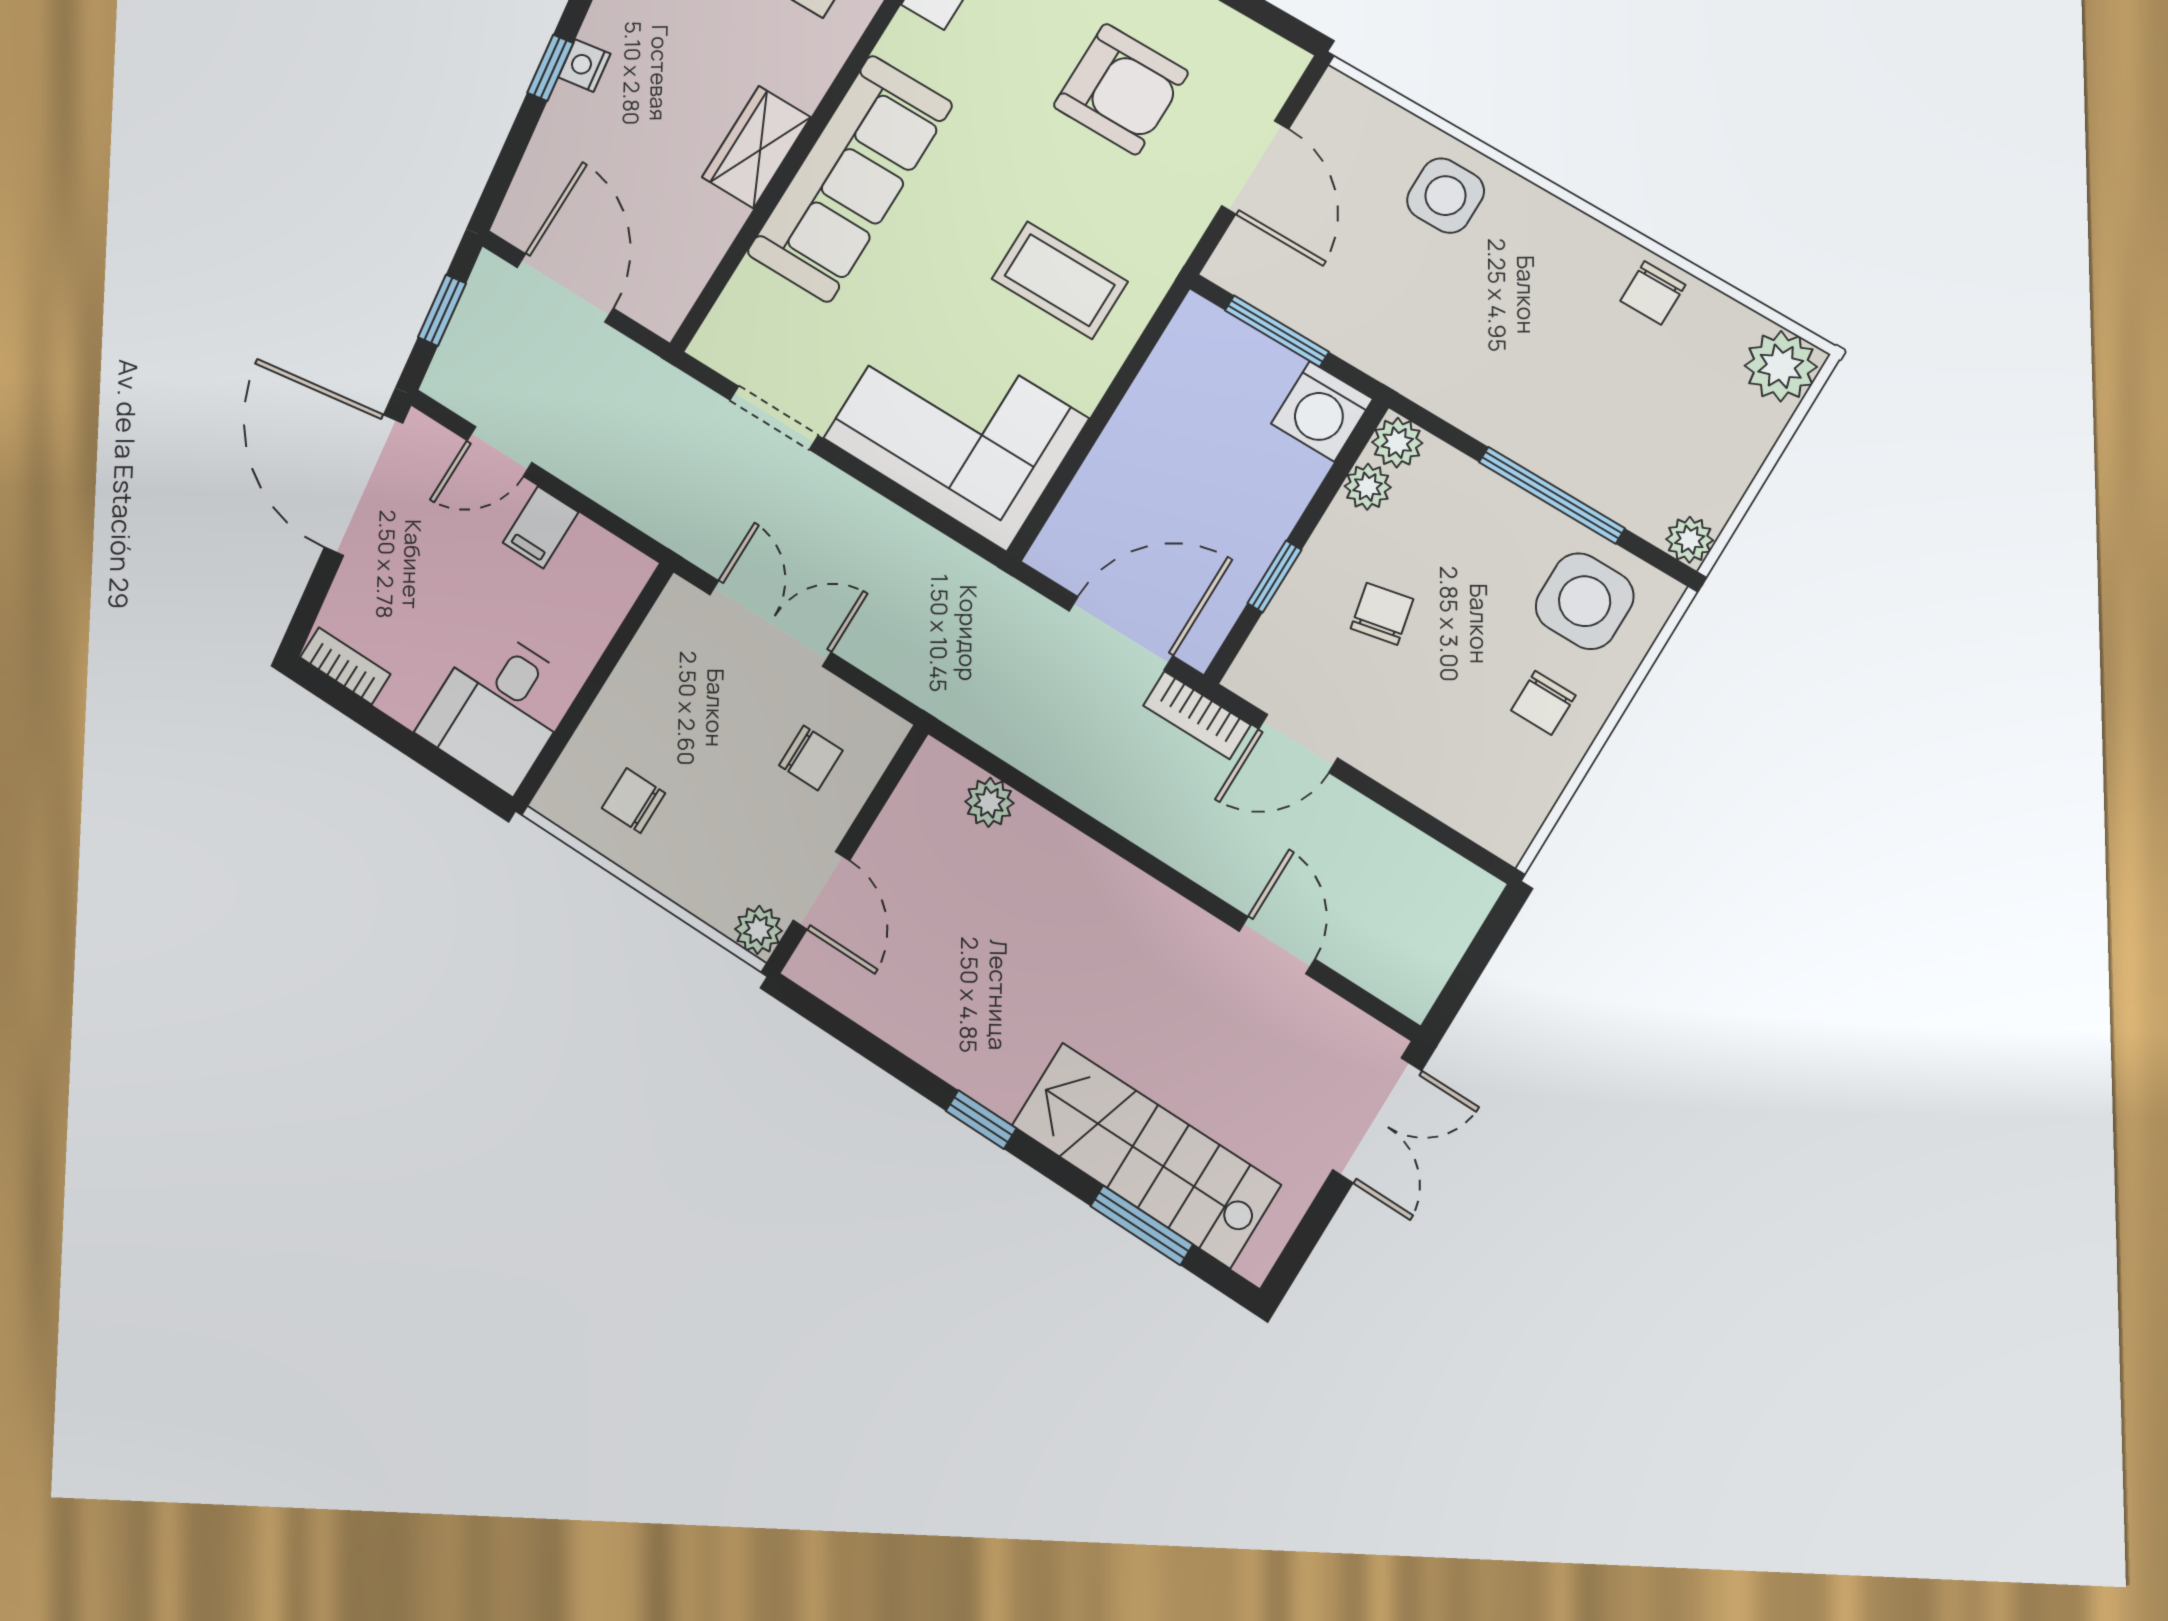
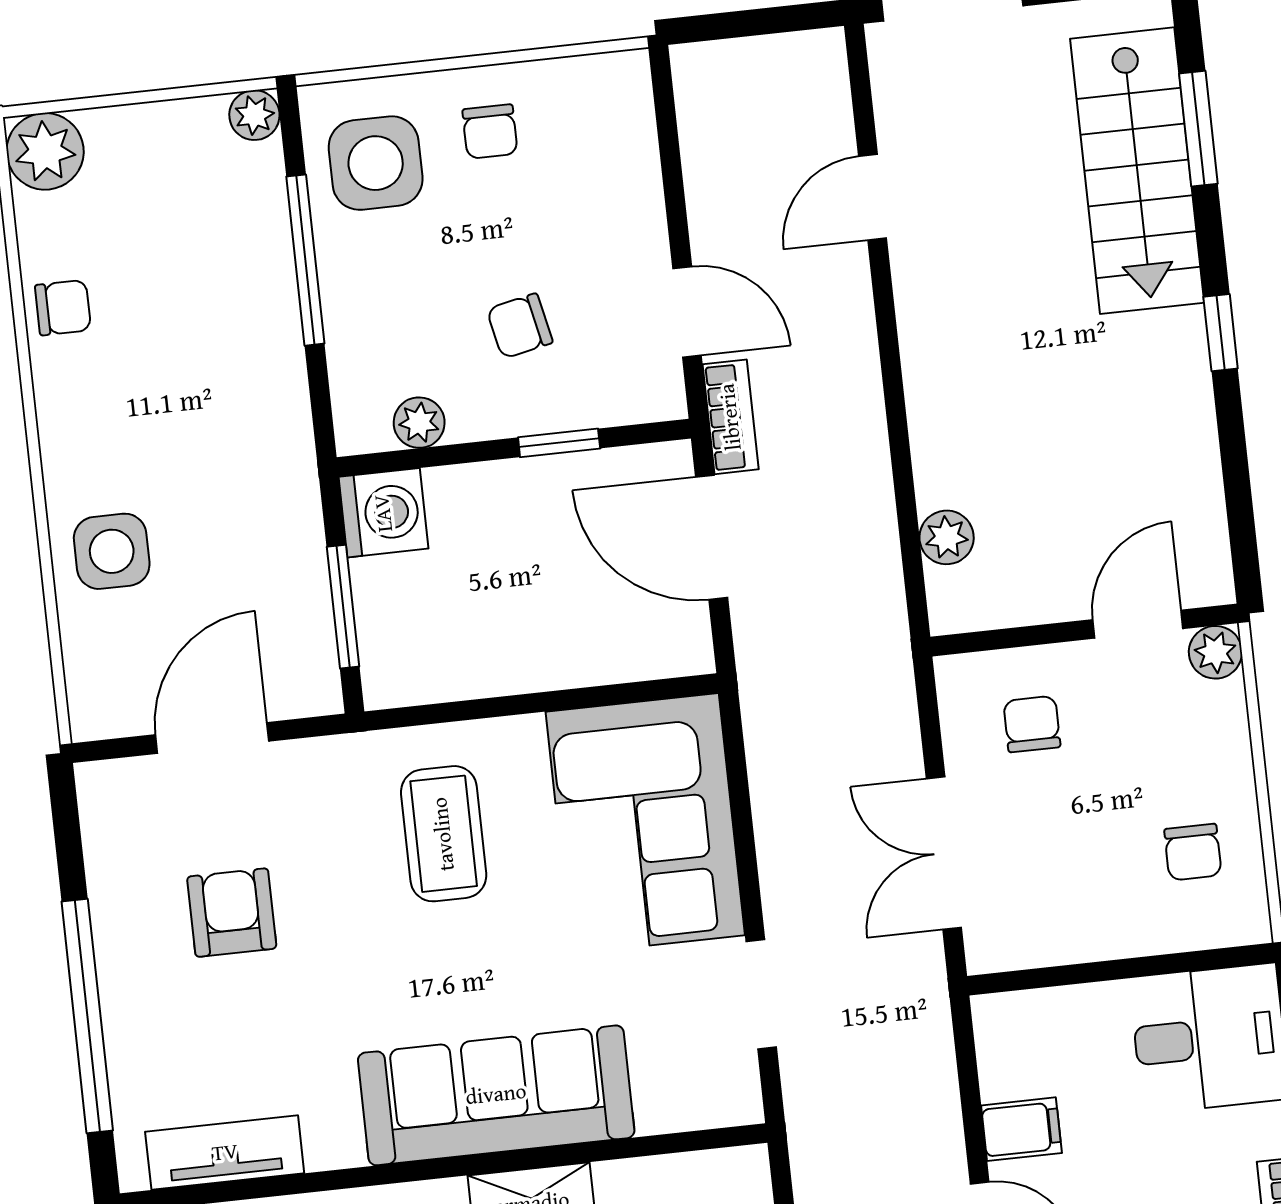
armchair: (1121, 89) -> (232, 913), width x0.72, depth x0.72
plant: (1397, 443) -> (361, 427), removed
chair: (1543, 703) -> (490, 132), turned 90

